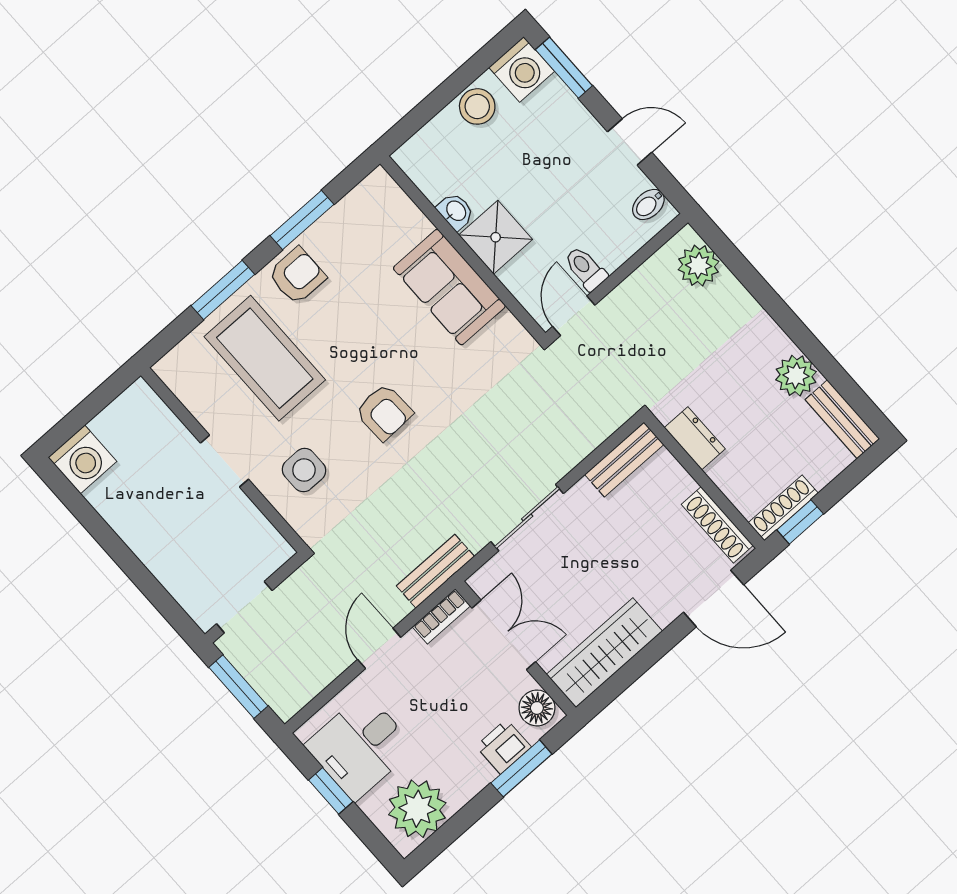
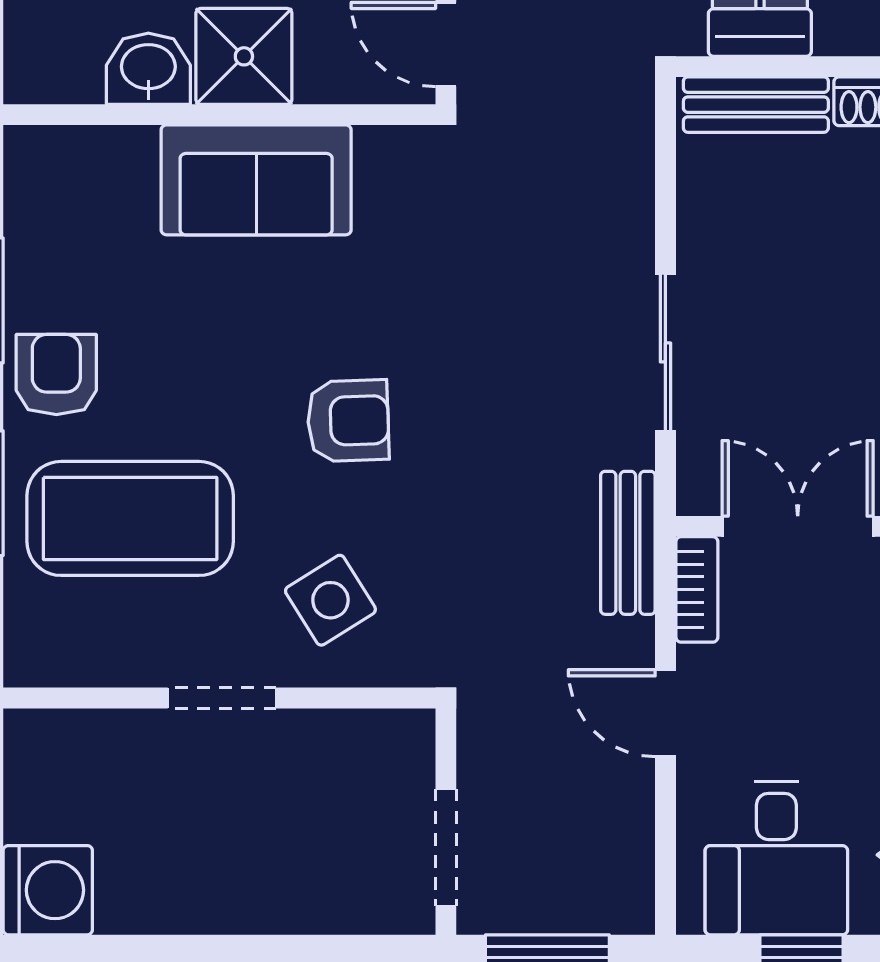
washbasin: (456, 211) -> (148, 69), width x1.38, depth x1.45
bench: (624, 459) -> (756, 105), moved, turned 90
side table: (304, 470) -> (330, 600), turned -32

